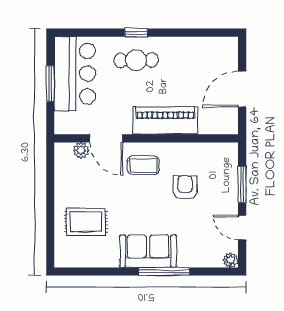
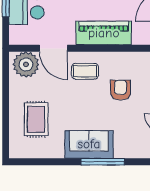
plant: (81, 150) -> (26, 65), width x1.88, depth x1.88
rug: (86, 222) -> (36, 119), turned 90

